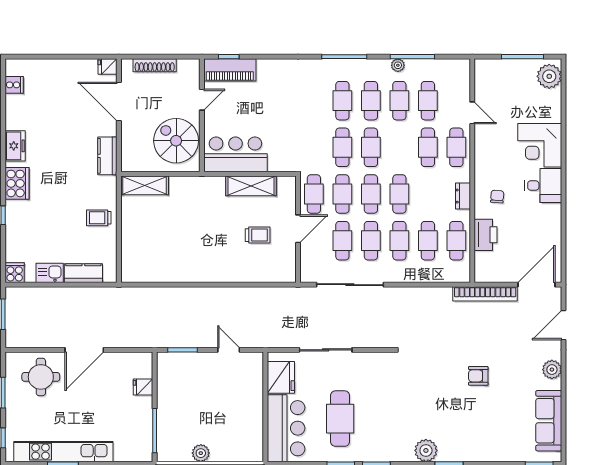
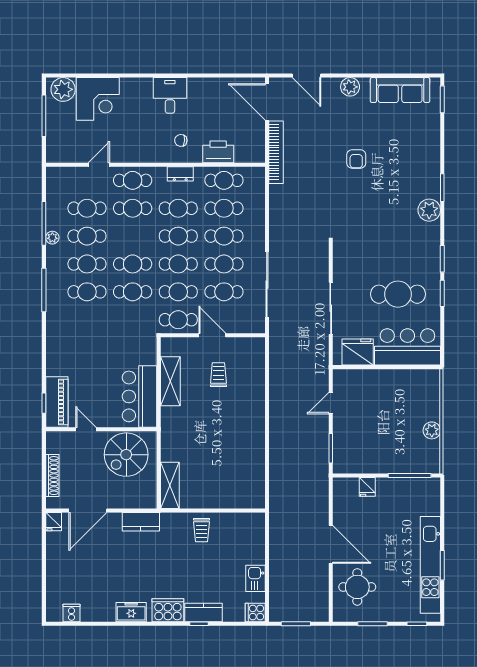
corner desk: (540, 145) -> (98, 99), moved
cafe table: (428, 194) -> (178, 208), added
kitchen counter: (83, 273) -> (204, 612), moved, turned 90

